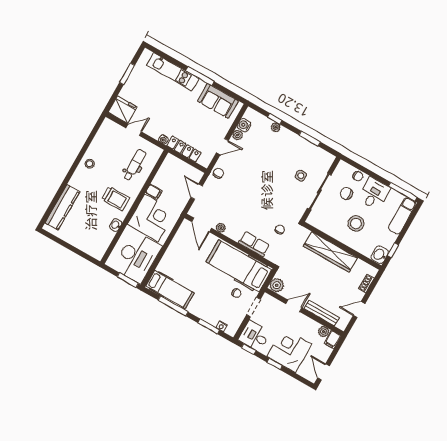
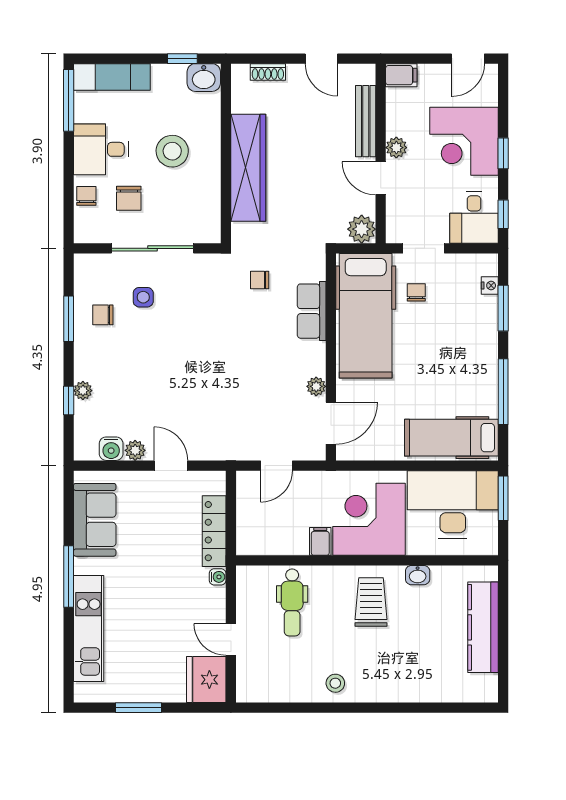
dental chair: (135, 165) -> (292, 602), turned -90
chair: (218, 173) -> (103, 315), moved
kitchen counter: (62, 207) -> (483, 627), moved, turned -90
hospital bed: (170, 289) -> (451, 438), moved, turned -90
plant: (324, 332) -> (396, 148), moved

